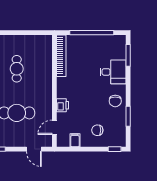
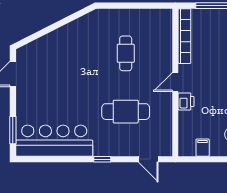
door: (54, 127) -> (175, 82), moved

